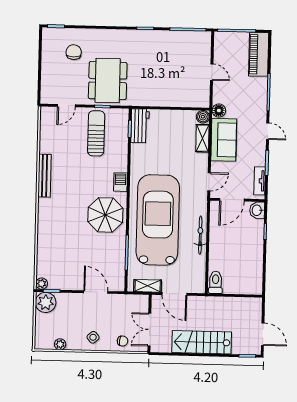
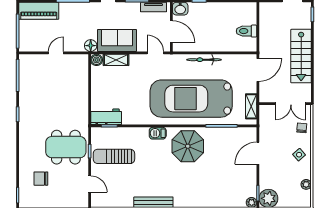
toilet: (216, 282) -> (247, 31), moved
door: (174, 294) -> (258, 70), moved

